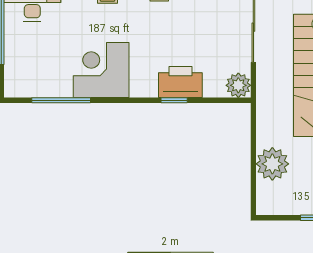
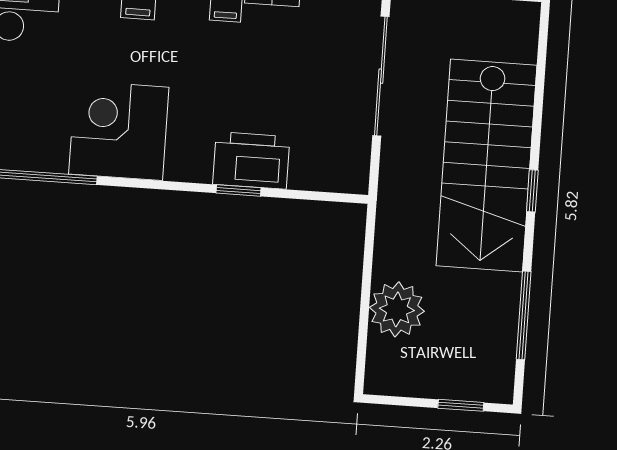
plant: (238, 85) -> (349, 173), removed

